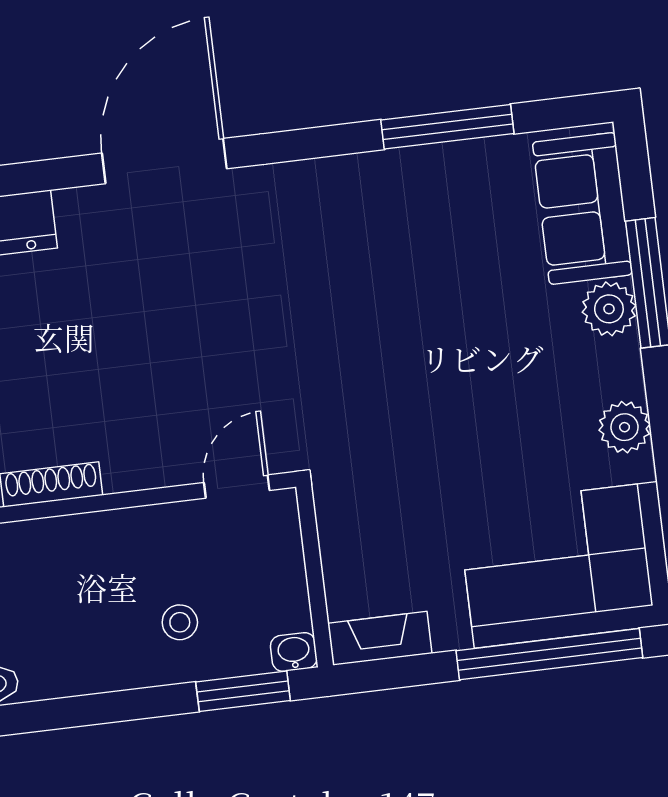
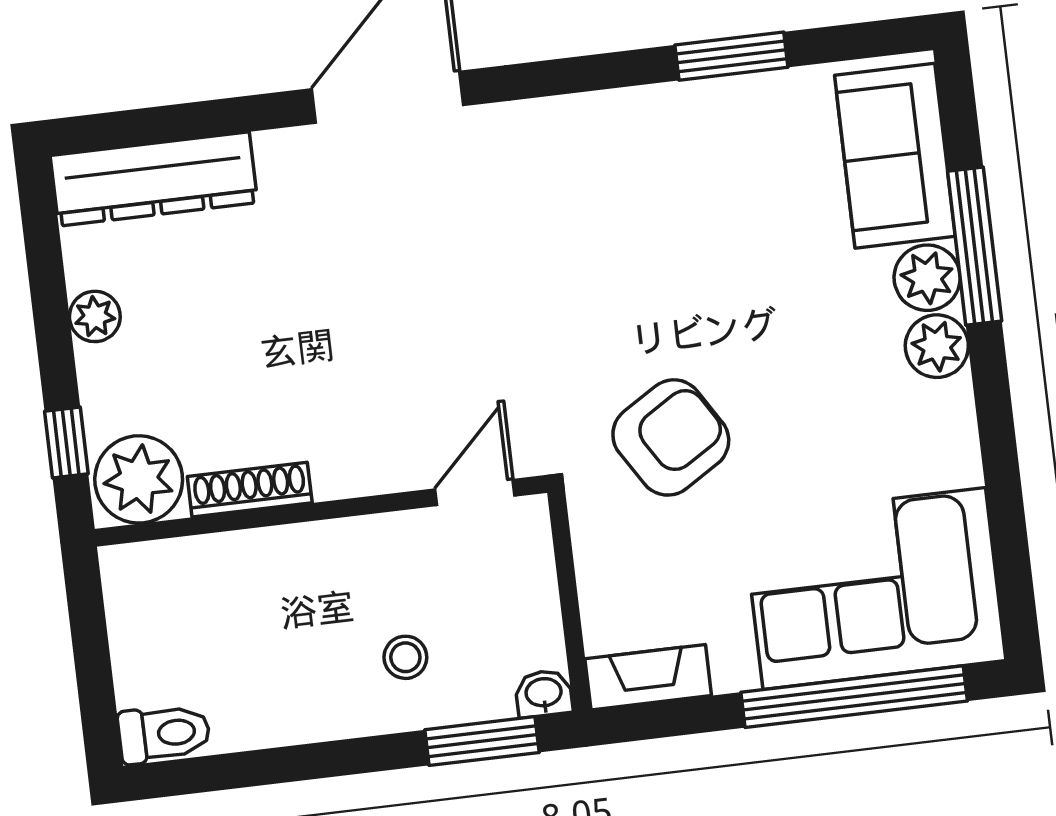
window: (447, 127) -> (731, 56), width x0.69
plant: (625, 427) -> (937, 346), moved
armchair: (398, 441) -> (671, 437), added

